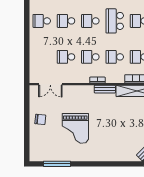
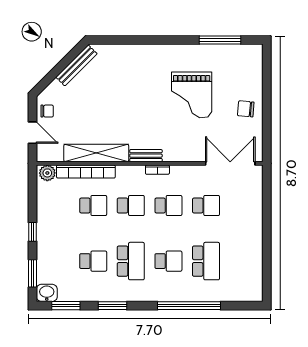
school desk: (42, 21) -> (244, 261), removed
school desk: (66, 21) -> (206, 261), width x1.85
double door: (50, 84) -> (230, 163), width x1.37
grand piano: (75, 128) -> (192, 95), turned 180

